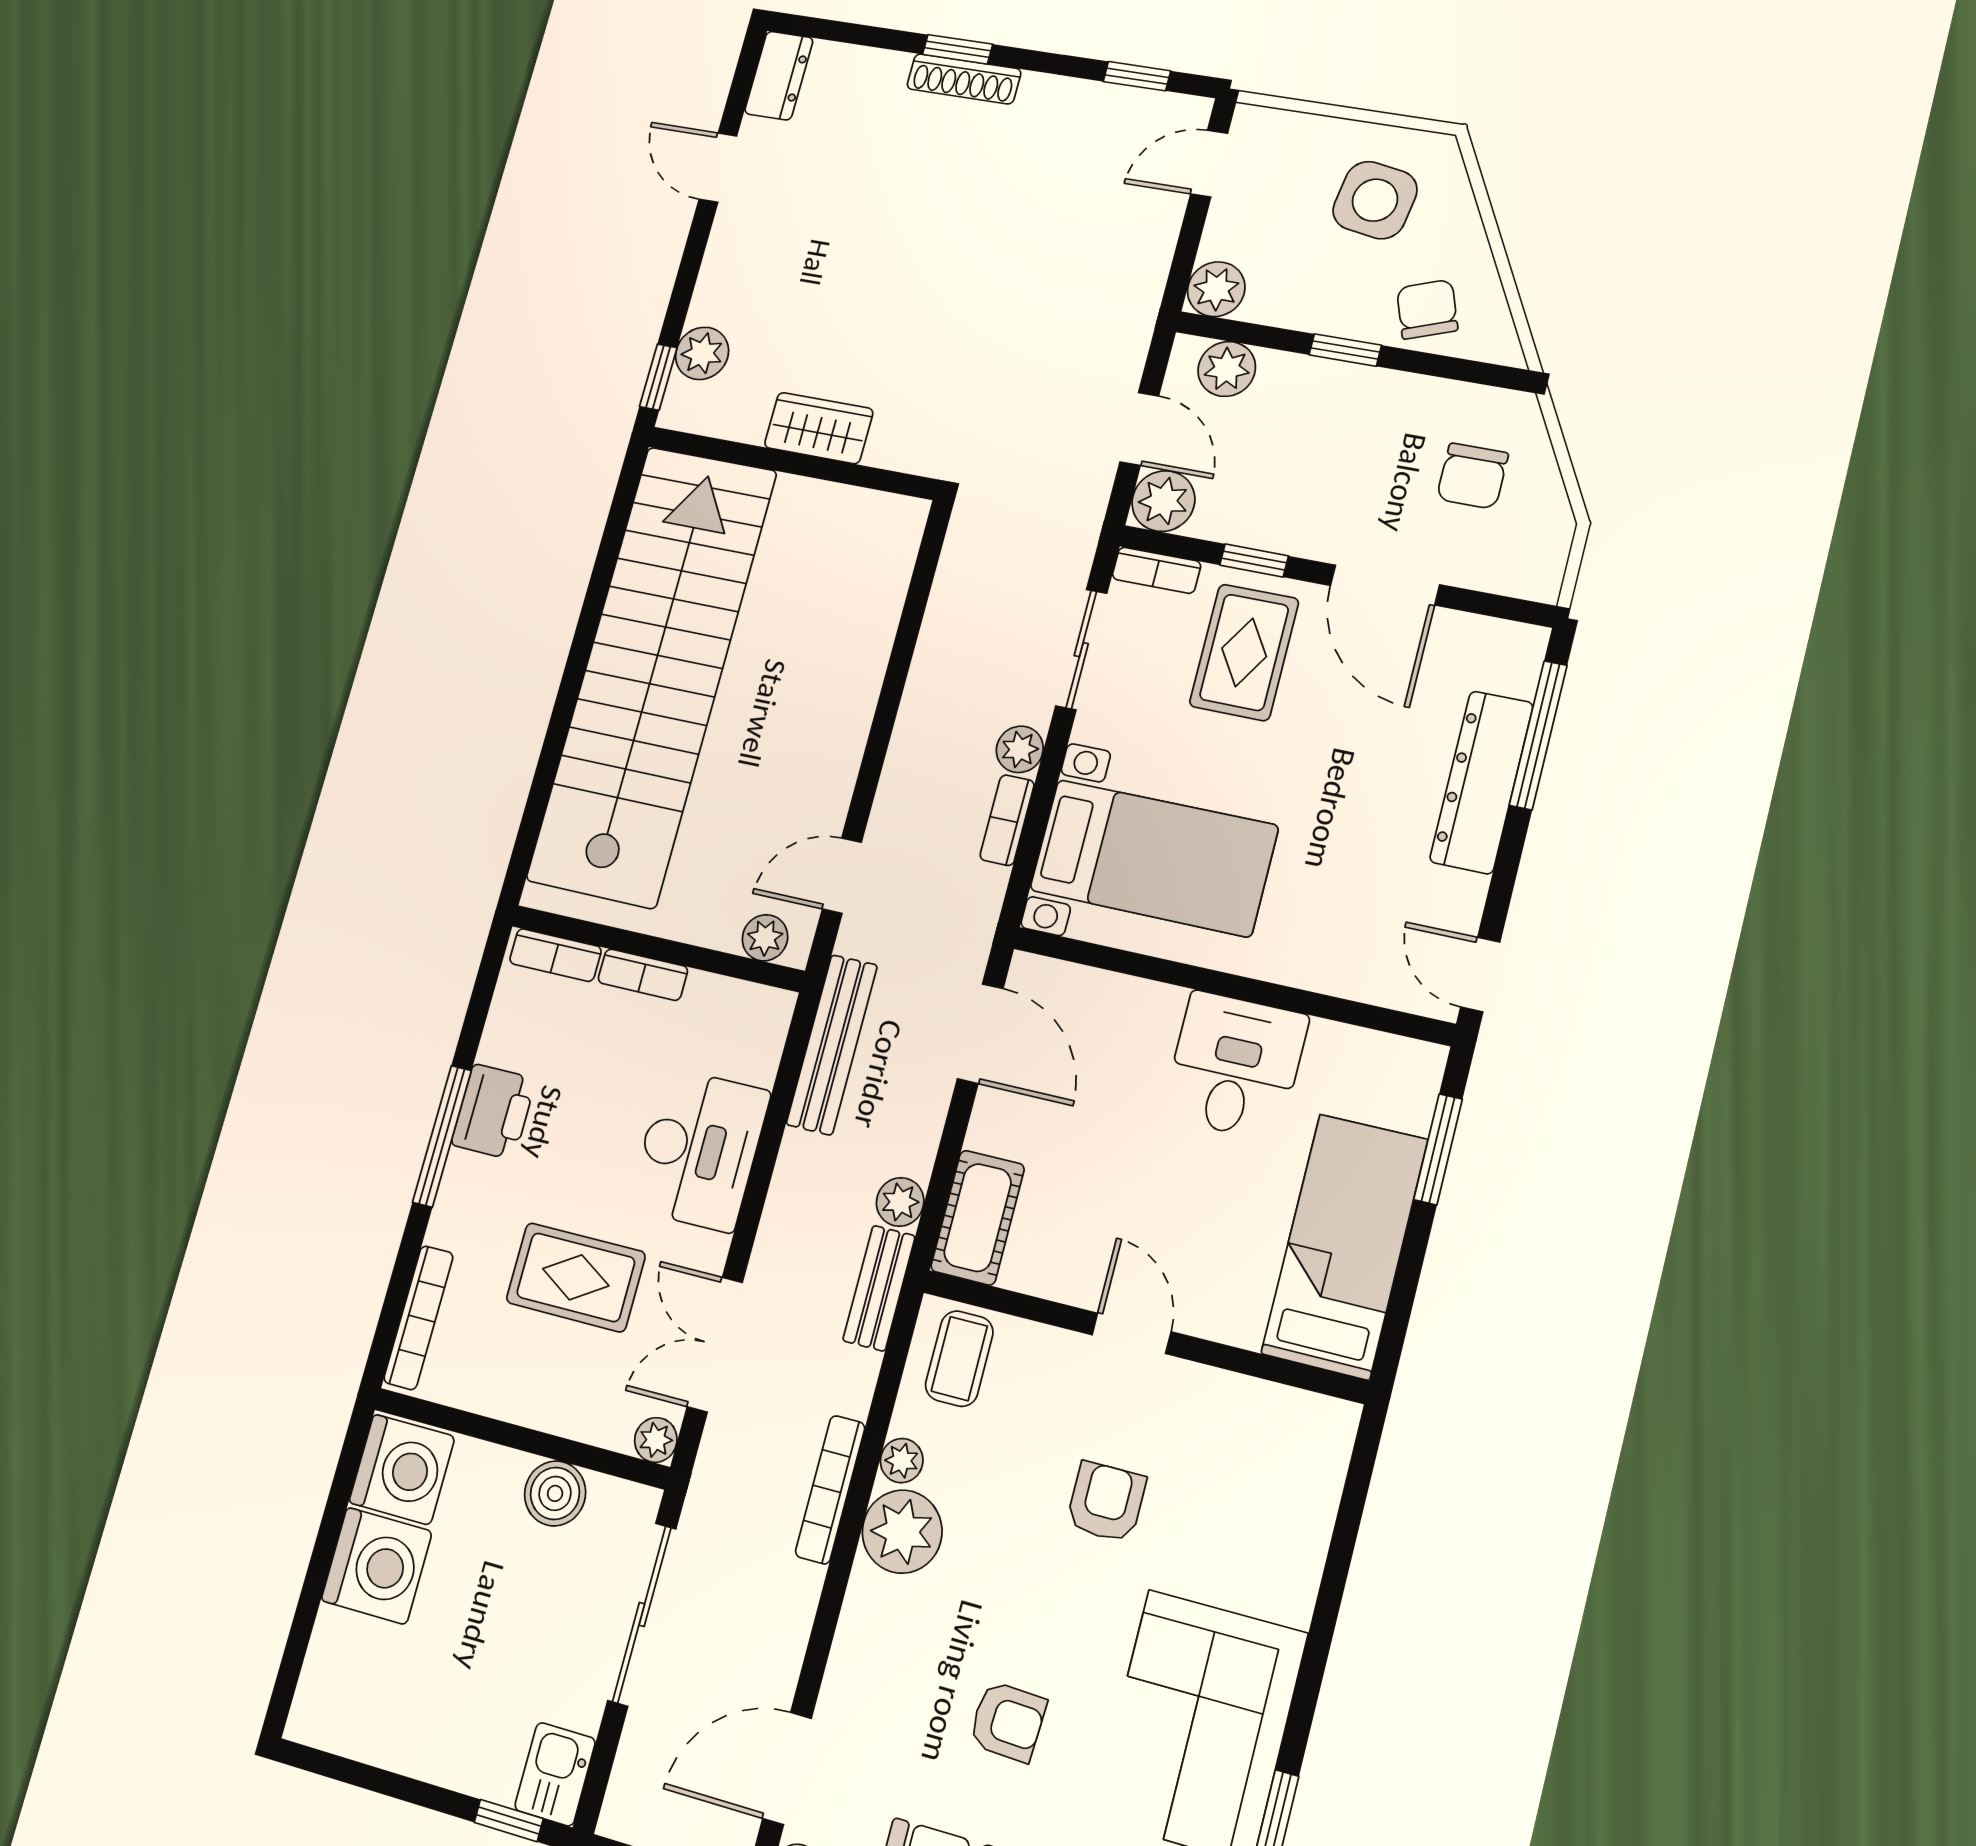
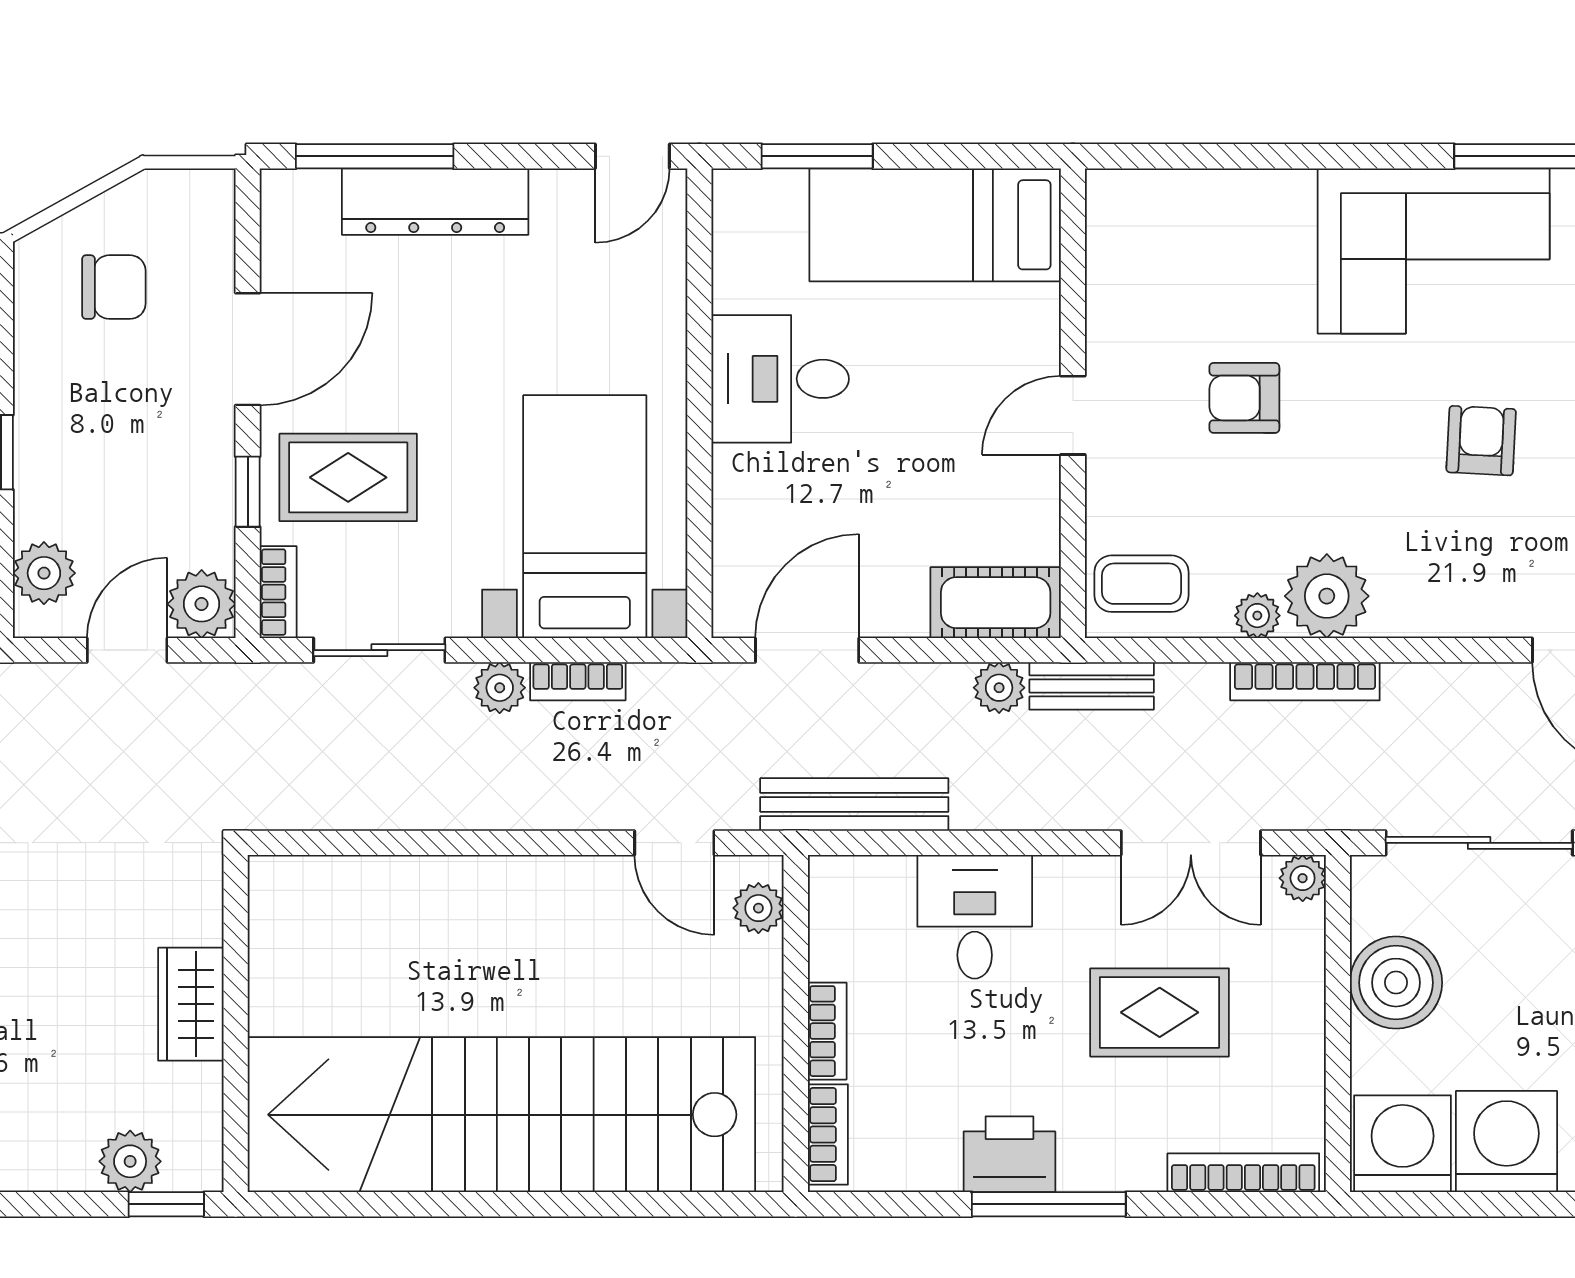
desk: (699, 1150) -> (975, 917), width x0.73
rug: (576, 1277) -> (1160, 1012), turned 90
boiler: (555, 1493) -> (1396, 983), width x1.37, depth x1.37

